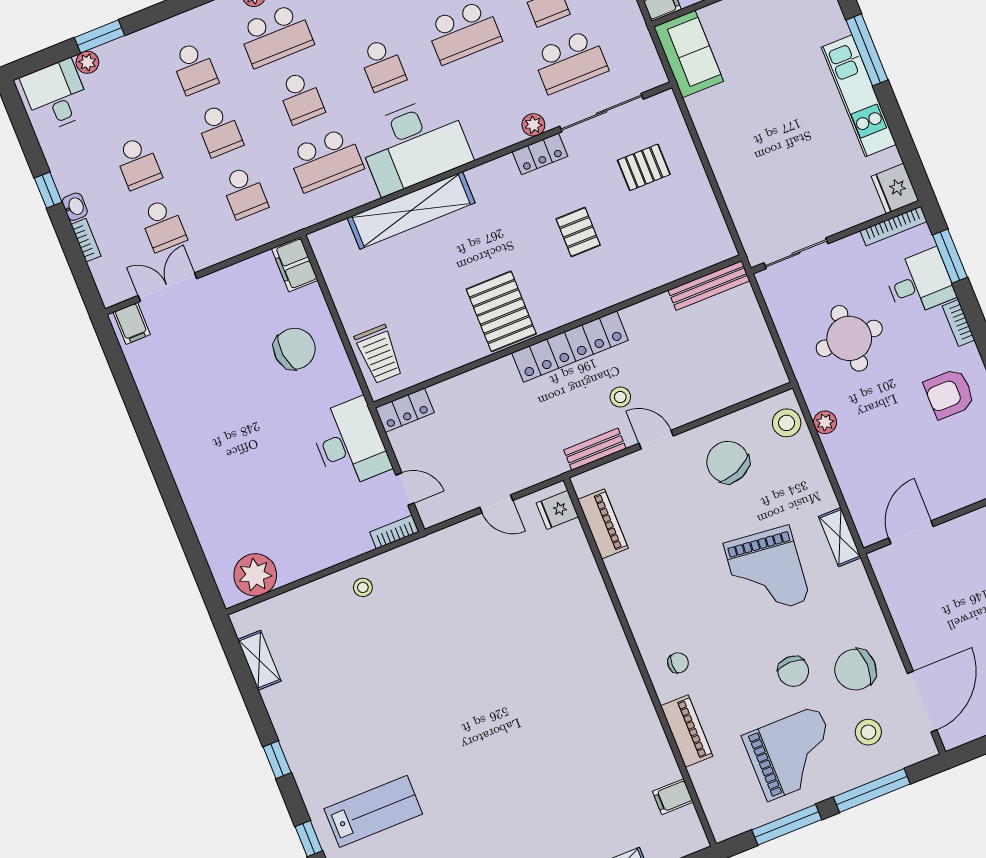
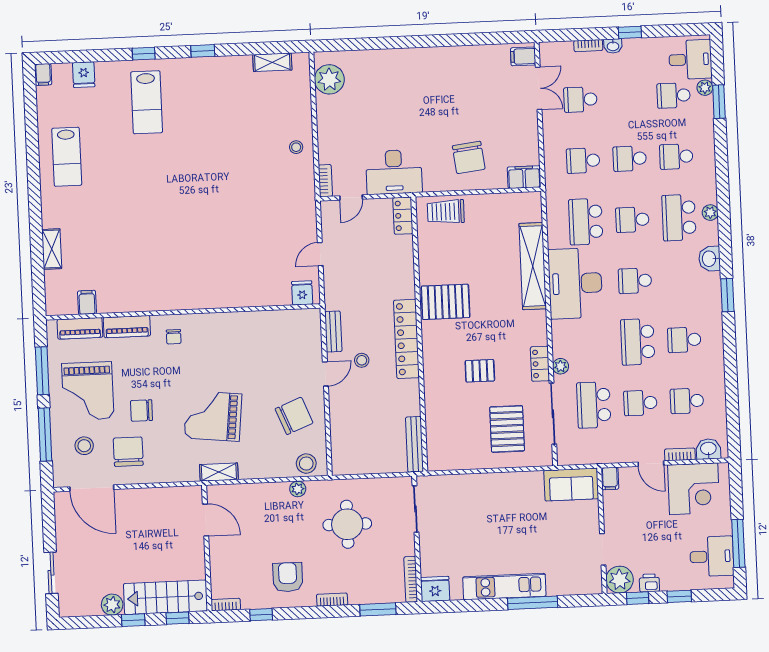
school desk: (138, 163) -> (674, 95), moved
pallet: (644, 167) -> (507, 429), width x1.50, depth x1.42
desk: (920, 283) -> (368, 583), removed
piano: (603, 524) -> (80, 328), moved

